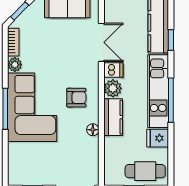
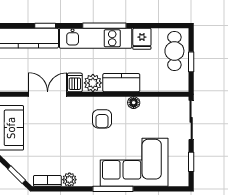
armchair: (76, 98) -> (102, 119), turned 180
corner sofa: (32, 107) -> (134, 162), moved

